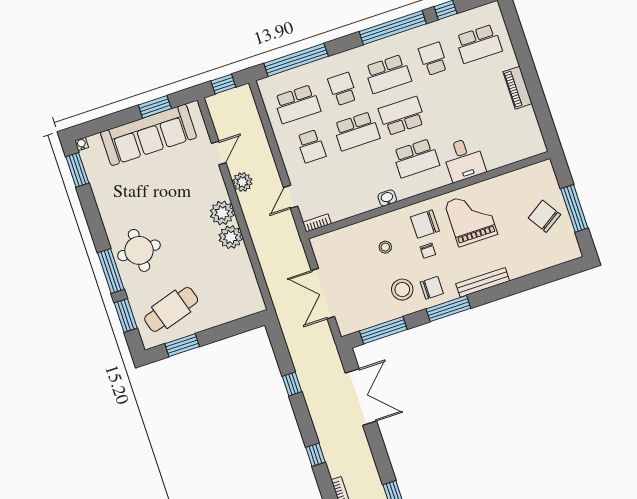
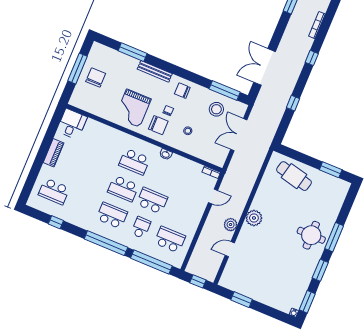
window: (393, 28) -> (106, 243), moved
school desk: (479, 44) -> (54, 191), turned 180
school desk: (433, 59) -> (83, 203), removed
school desk: (343, 89) -> (141, 228), turned 180
sofa: (149, 135) -> (257, 288), removed
school desk: (311, 146) -> (181, 213), removed
school desk: (416, 158) -> (134, 162), turned 180
desk: (464, 159) -> (72, 124), moved
chair: (544, 216) -> (96, 77), turned -147
plant: (231, 237) -> (260, 202), removed
stool: (402, 290) -> (216, 109), moved
double door: (323, 294) -> (239, 135), swing flipped
cafe table: (171, 309) -> (294, 176), moved, turned 30
window: (448, 309) -> (133, 52), moved
window: (126, 316) -> (320, 270), moved

